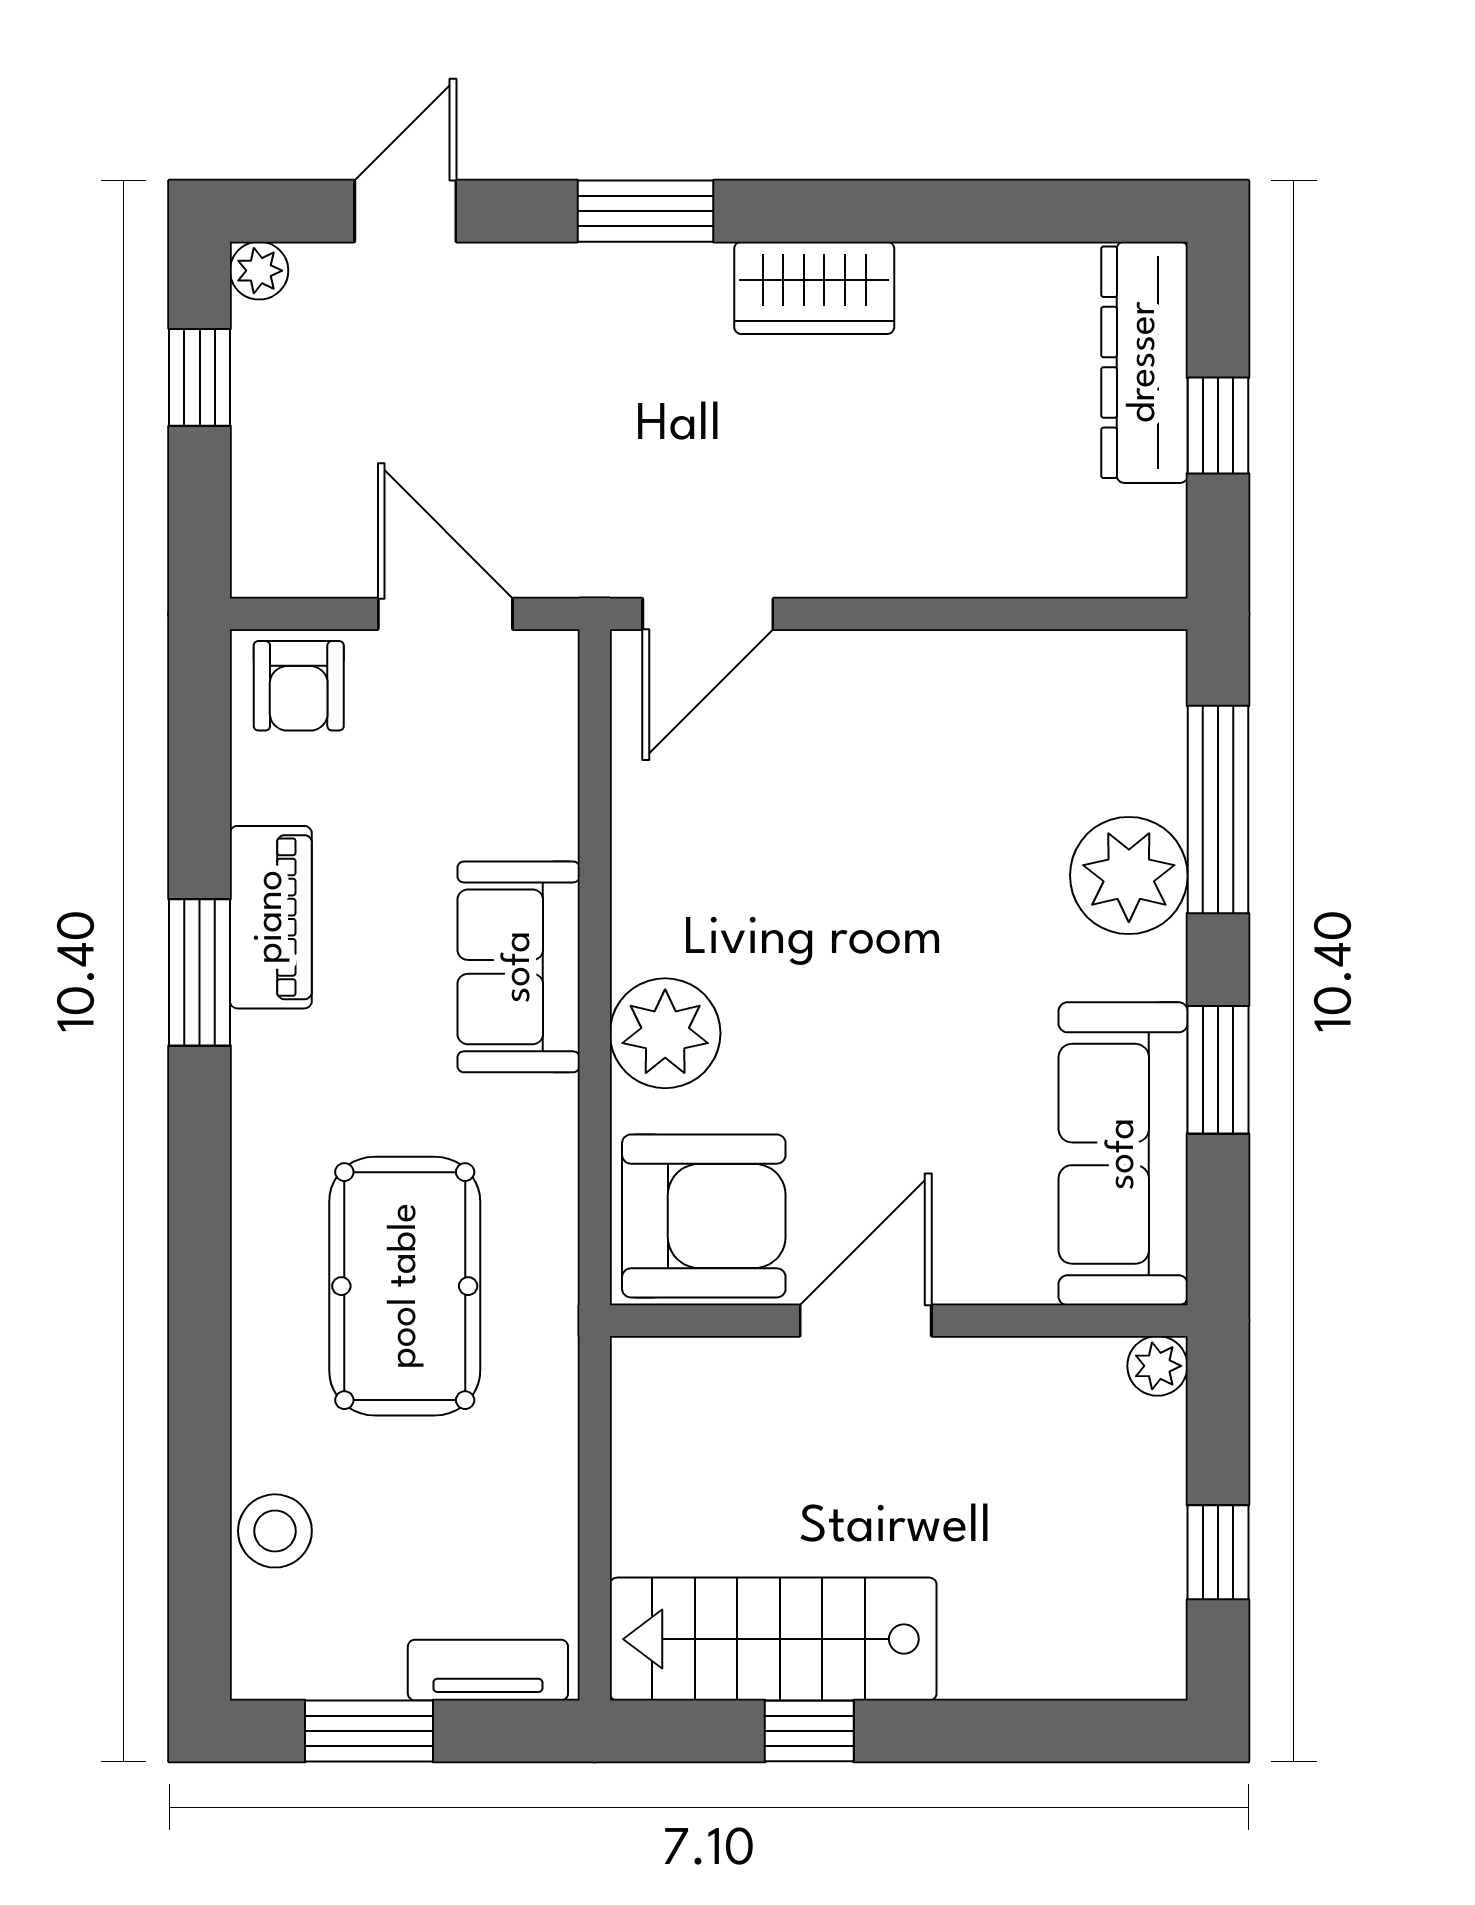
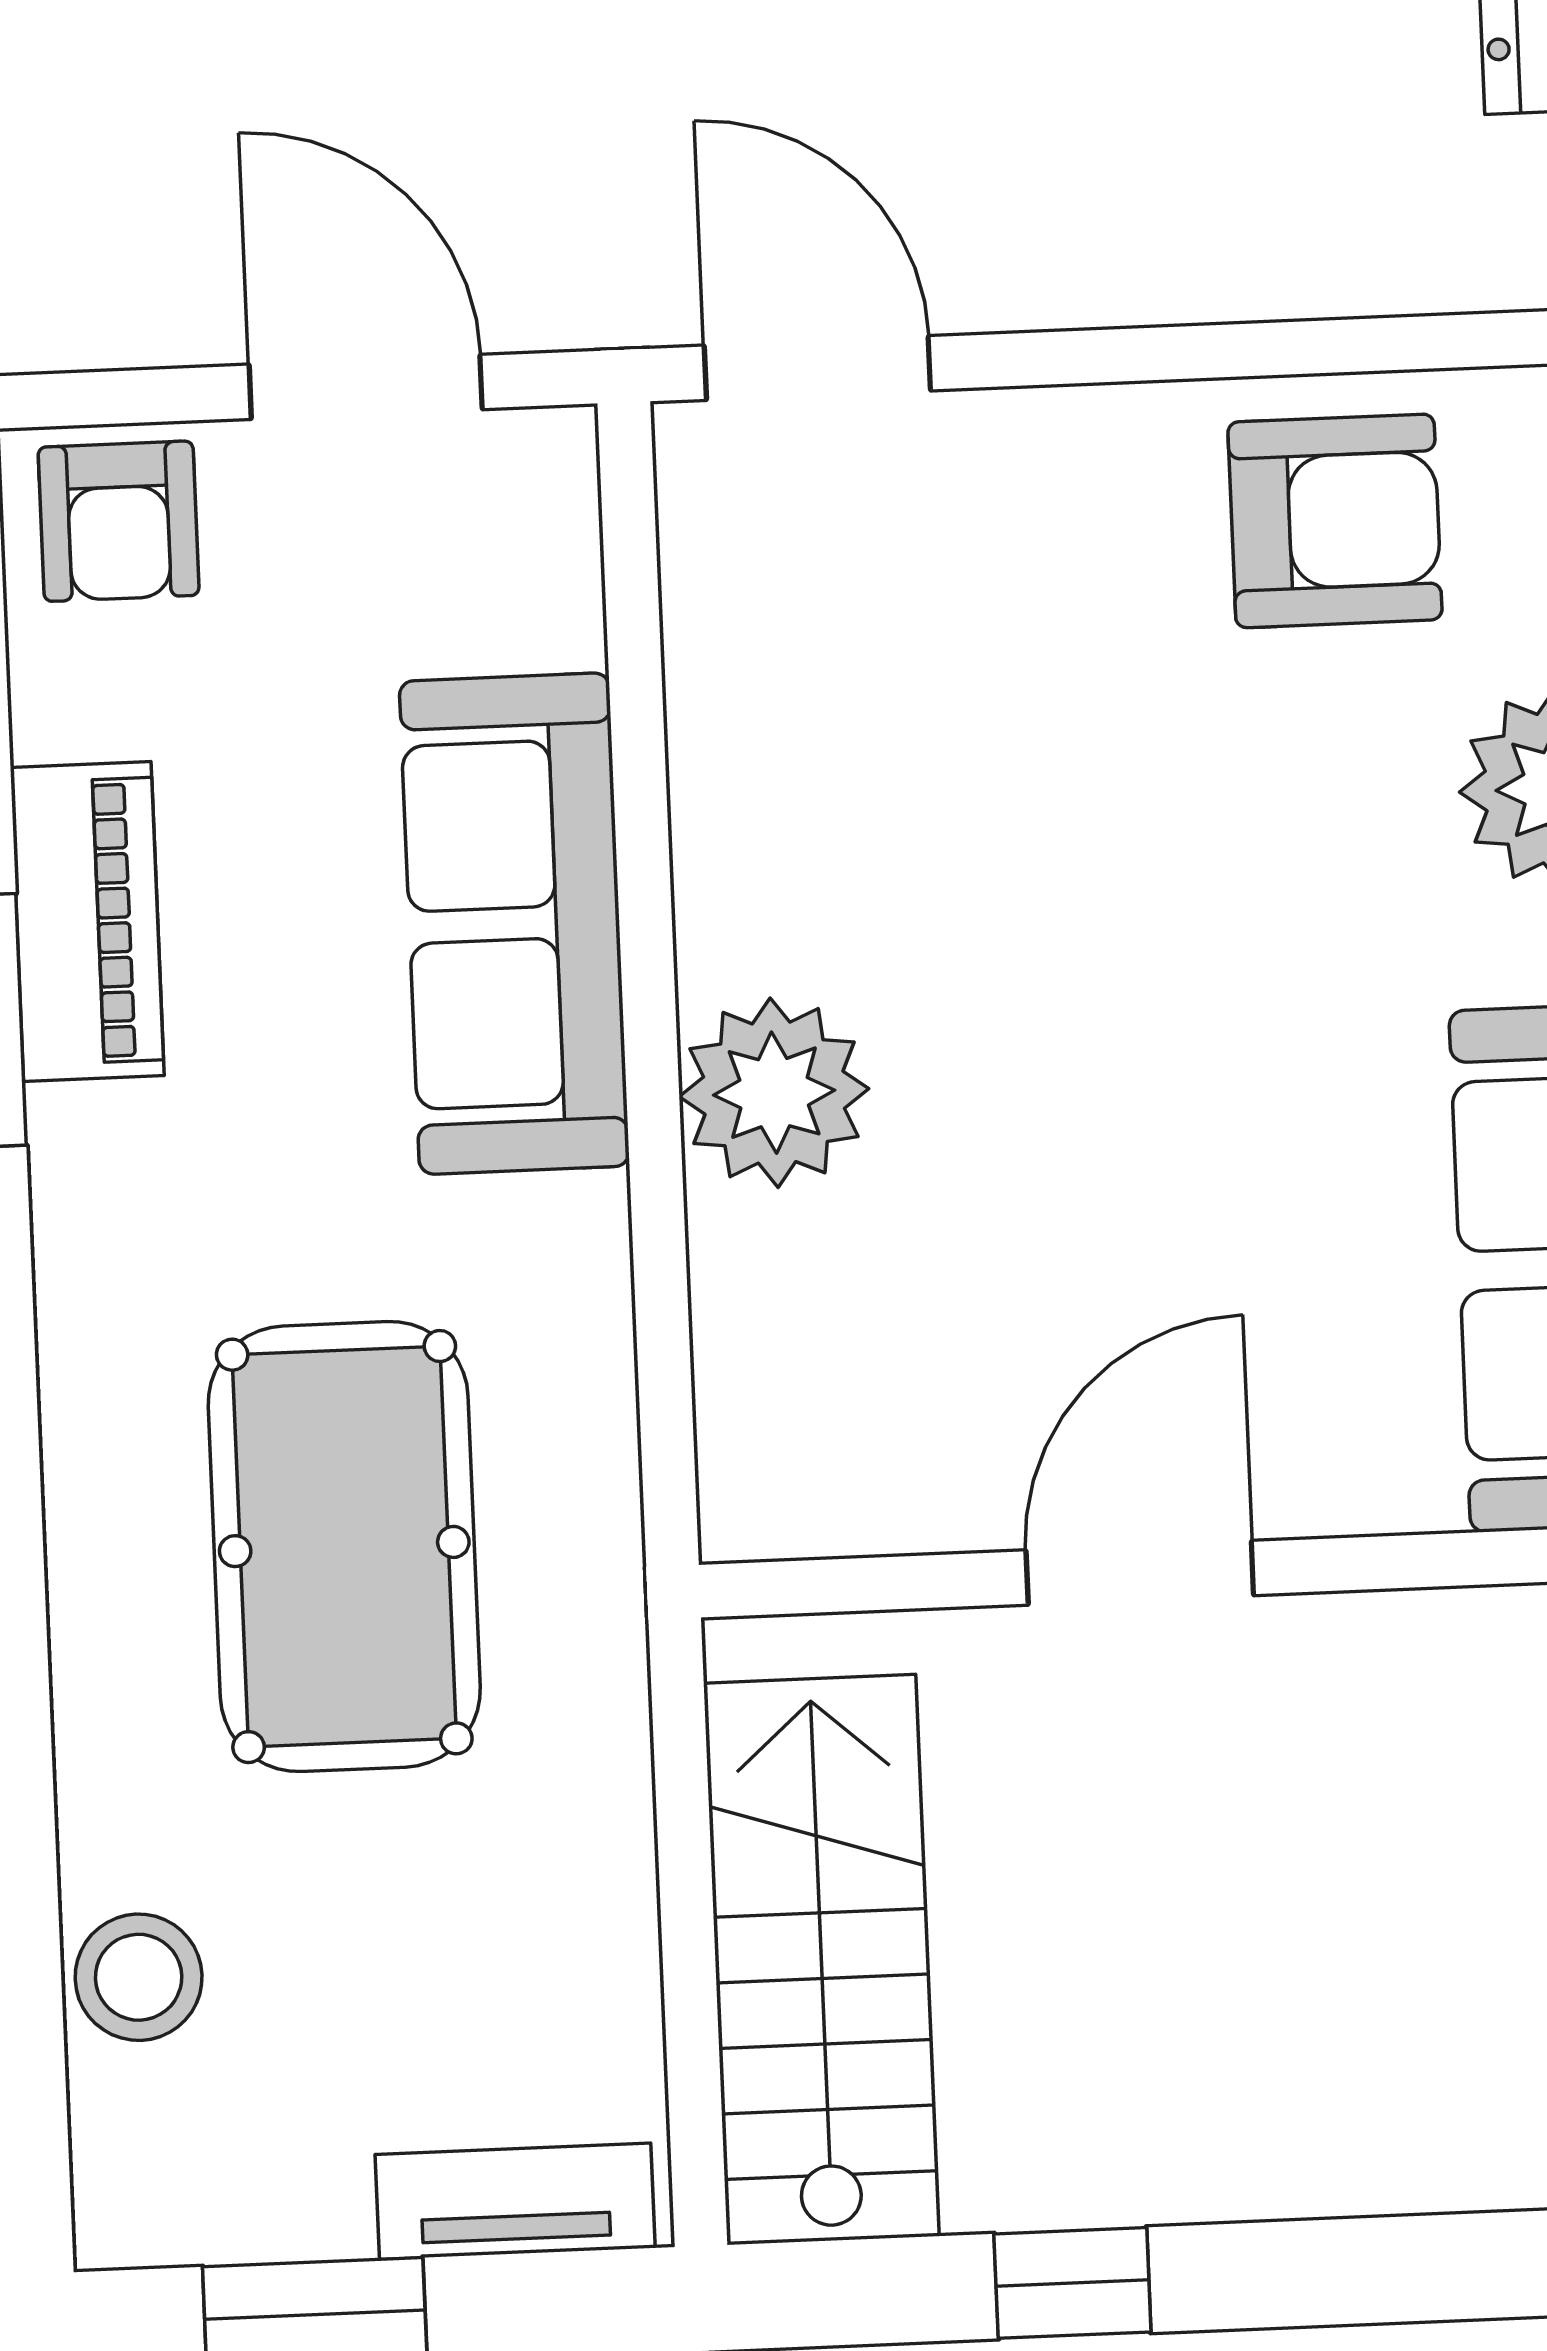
door: (708, 614) -> (817, 368), swing flipped
sofa: (519, 967) -> (514, 924), width x1.36
armchair: (704, 1216) -> (1335, 521), moved, width x0.73, depth x0.73
stairs: (773, 1639) -> (821, 1960), moved, turned 90

